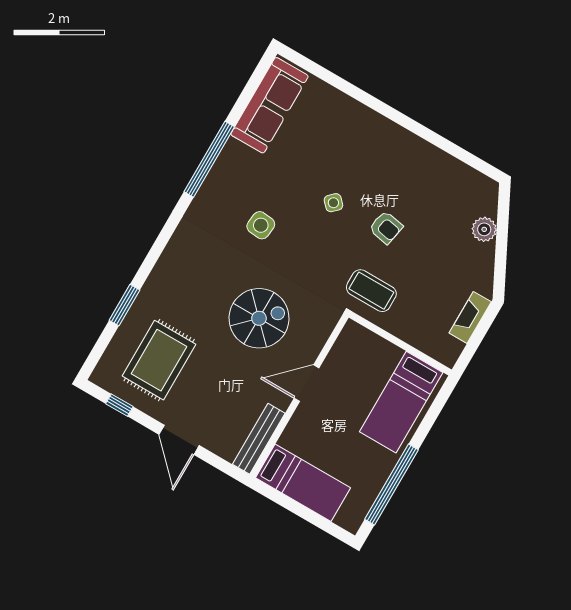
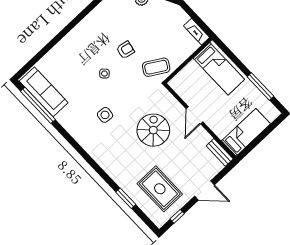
window: (209, 159) -> (38, 105), moved
coffee table: (371, 291) -> (156, 67), turned 31
fireplace: (470, 317) -> (197, 32), moved
bench: (259, 439) -> (220, 152), width x0.73
window: (391, 485) -> (260, 87), width x0.68

